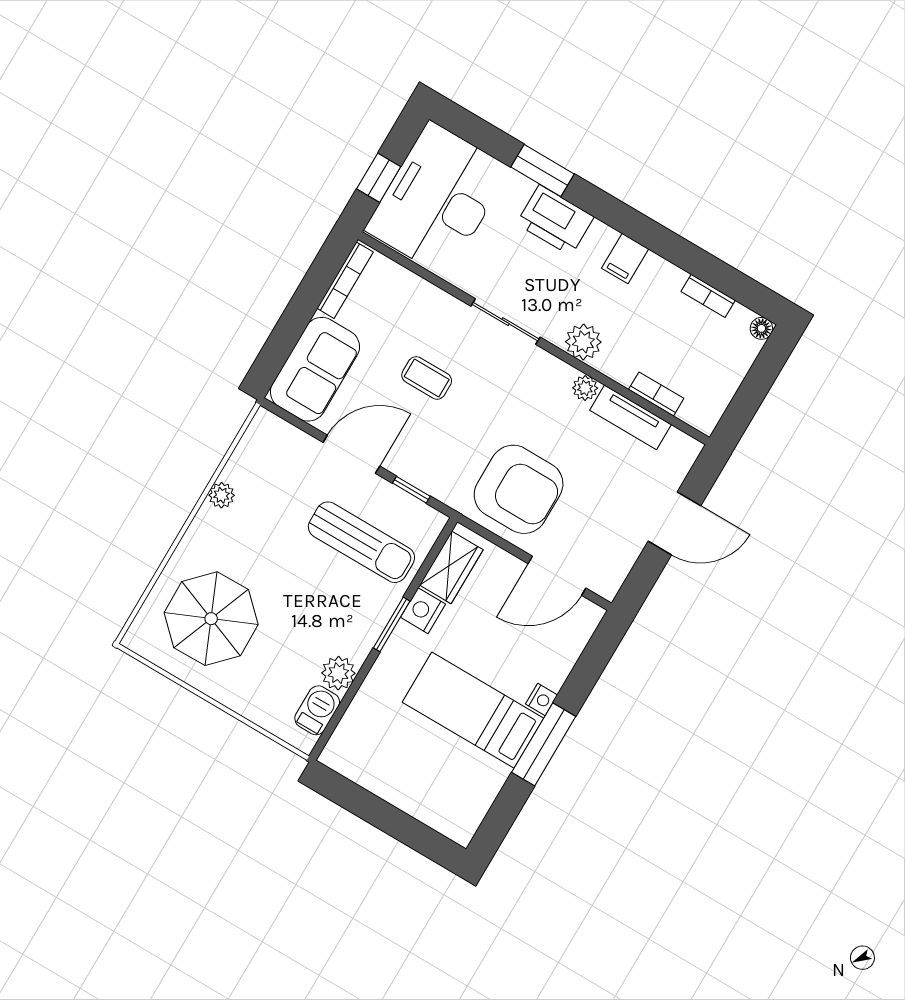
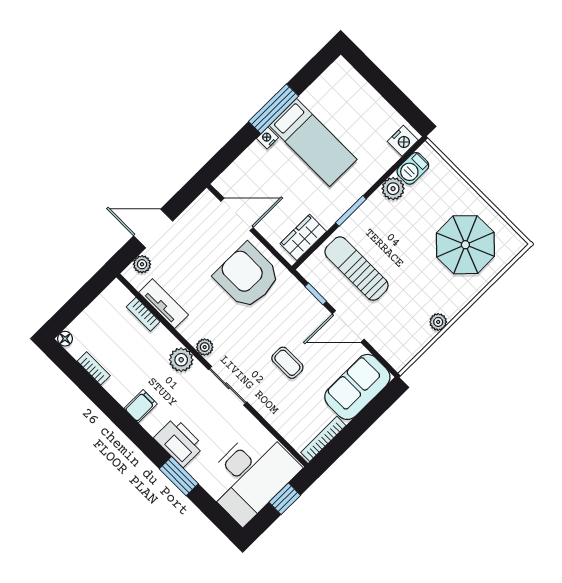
plant: (585, 388) -> (205, 347), moved
plant: (677, 467) -> (142, 264), added
nightstand: (423, 611) -> (403, 141), moved

